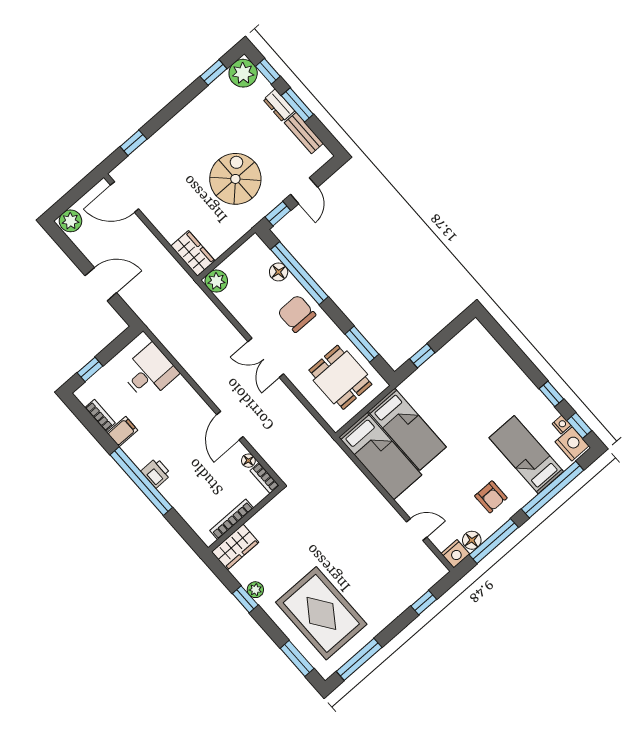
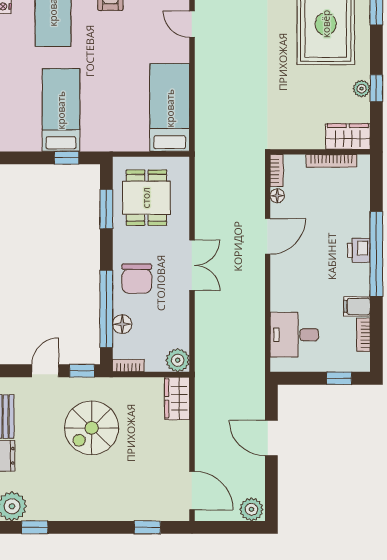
bookcase: (248, 246) -> (128, 366), added
bed: (407, 429) -> (61, 110), moved

